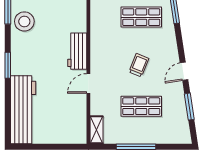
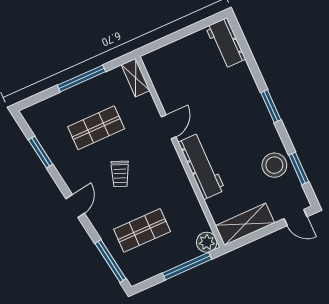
workbench: (77, 51) -> (202, 166), width x1.38
door: (184, 71) -> (75, 206), moved
workbench: (23, 110) -> (226, 43), width x0.53, depth x0.76

